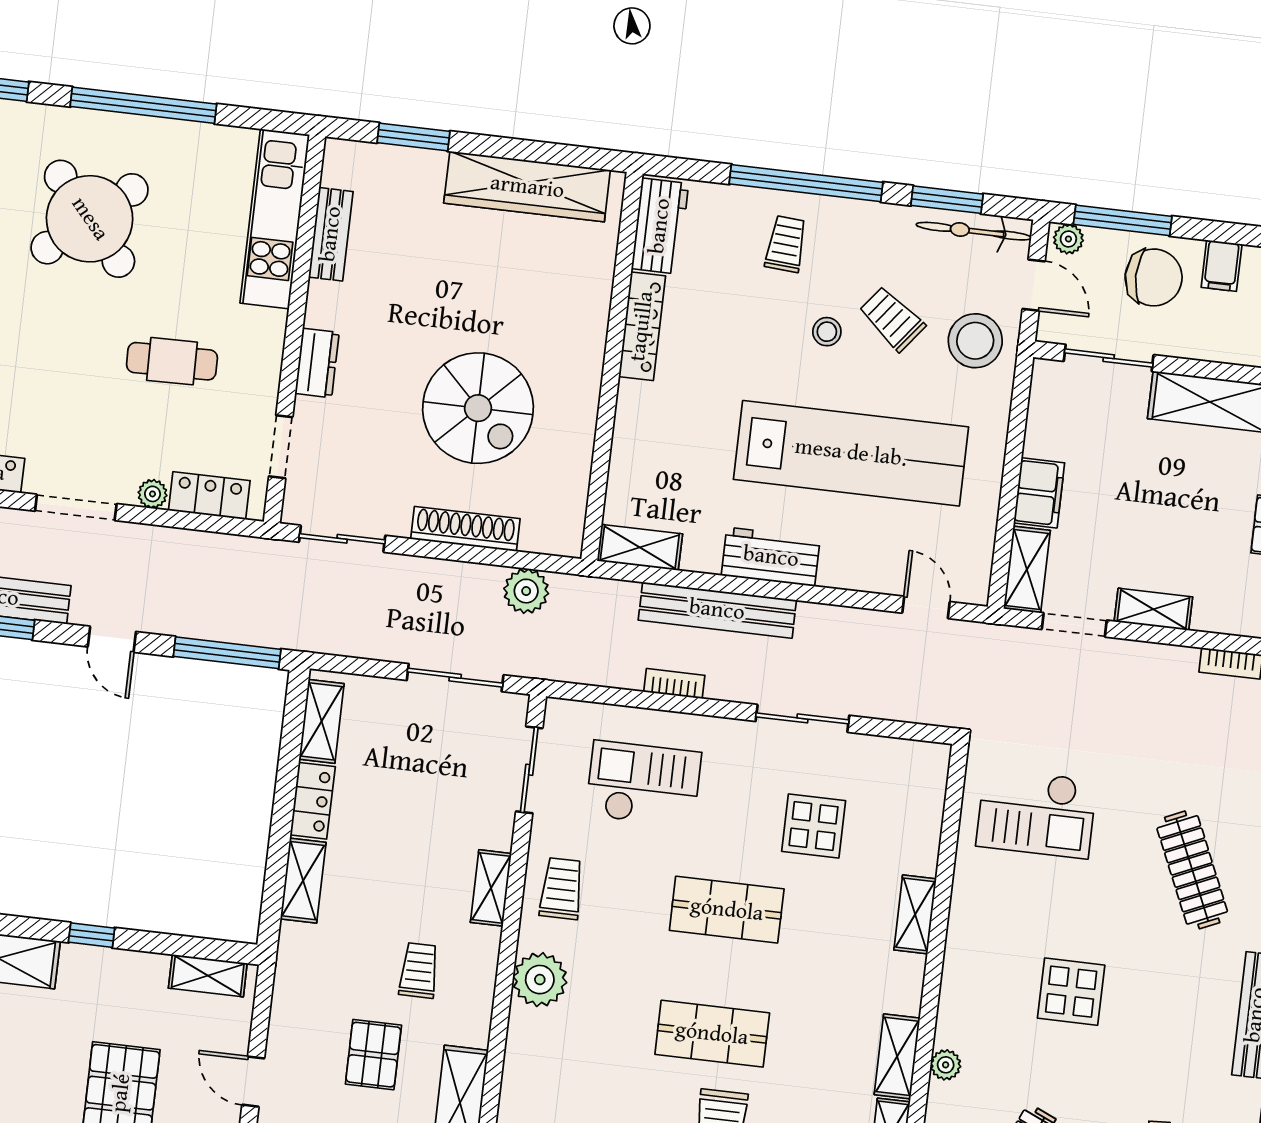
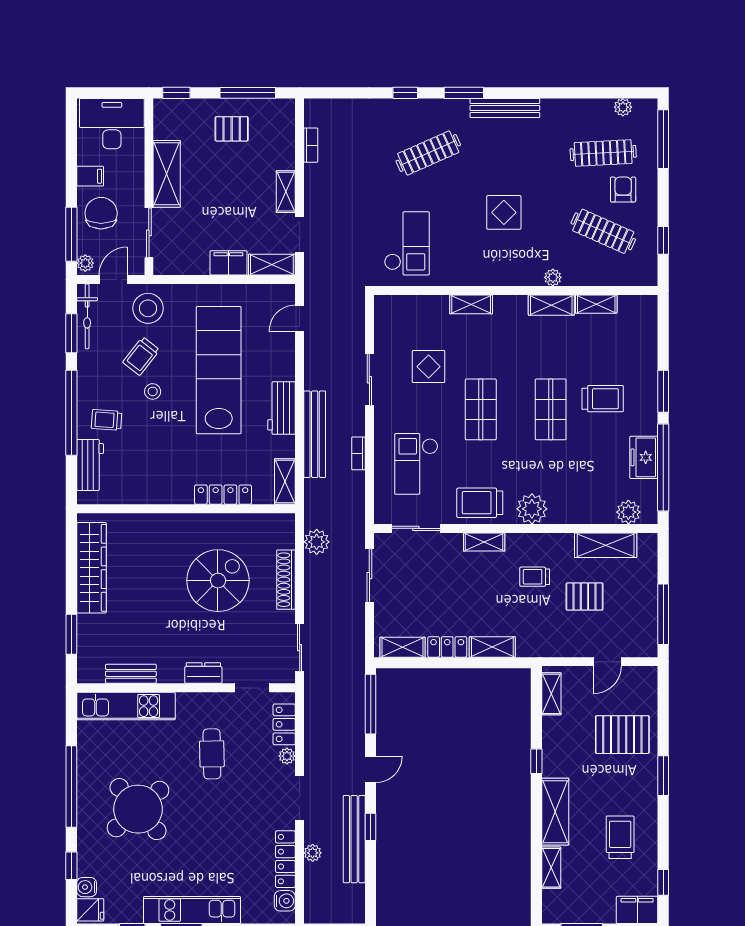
workbench: (660, 226) -> (90, 465), moved, turned 90
locker: (642, 326) -> (223, 495), moved
trolley: (561, 889) -> (480, 503), width x1.36, depth x1.39

